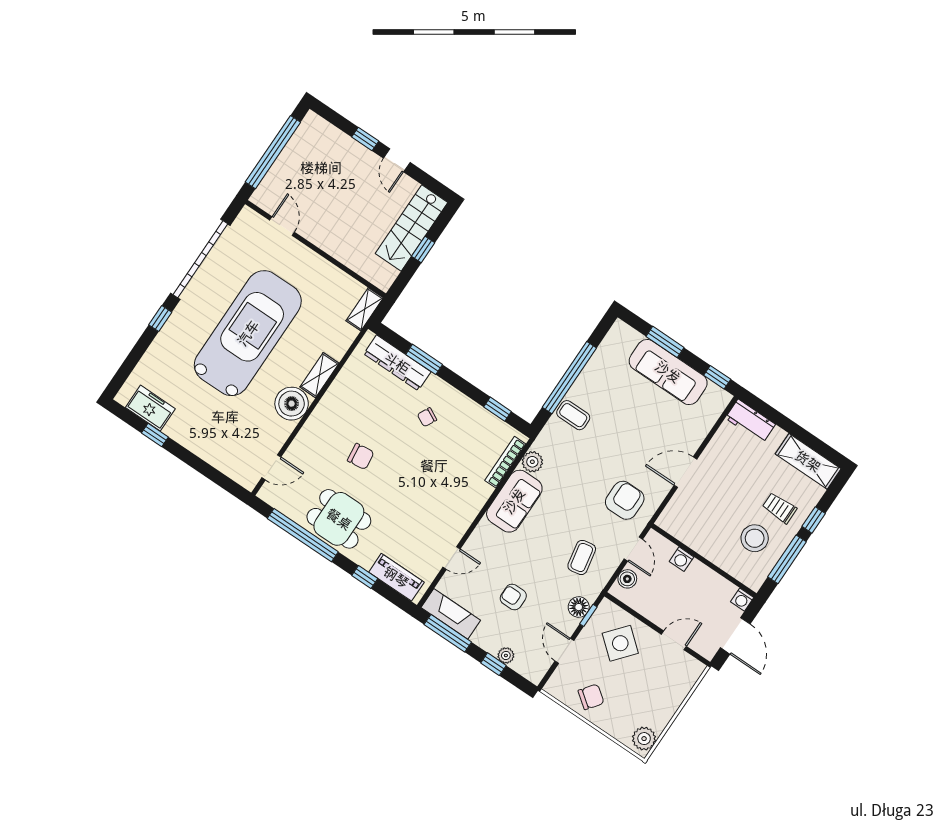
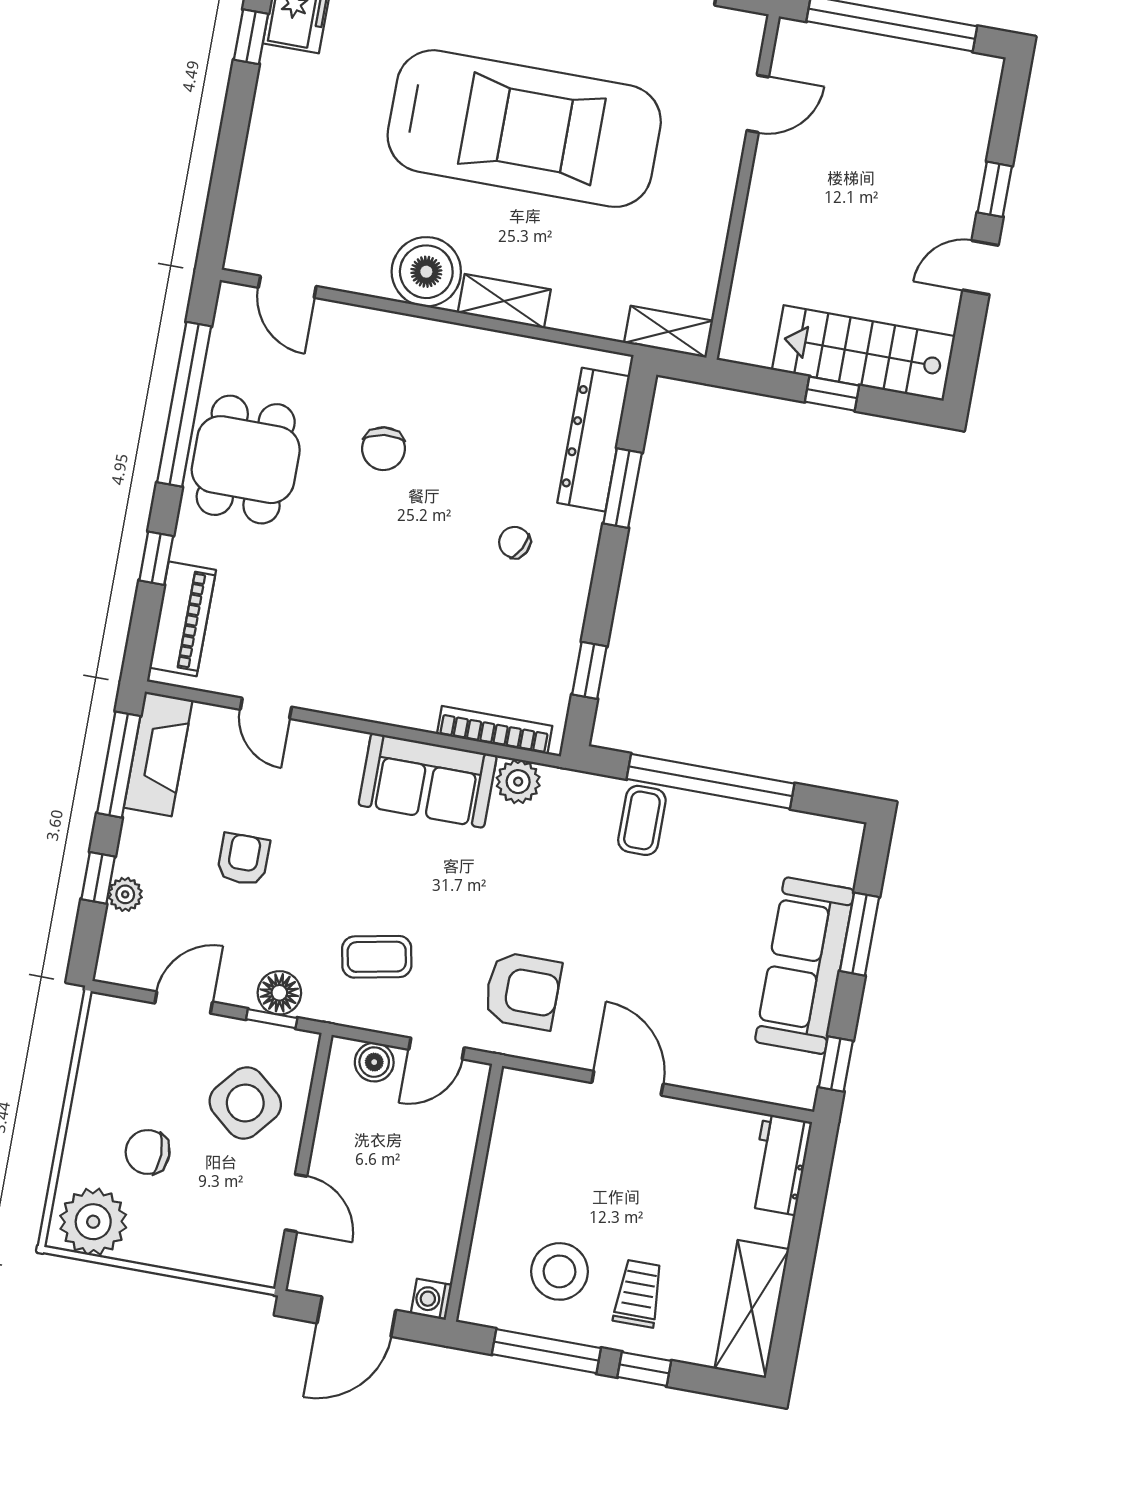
washing machine: (681, 559) -> (458, 1149), removed
chair: (591, 697) -> (148, 1152), moved, turned 143
plant: (644, 739) -> (93, 1222), width x1.36, depth x1.36

